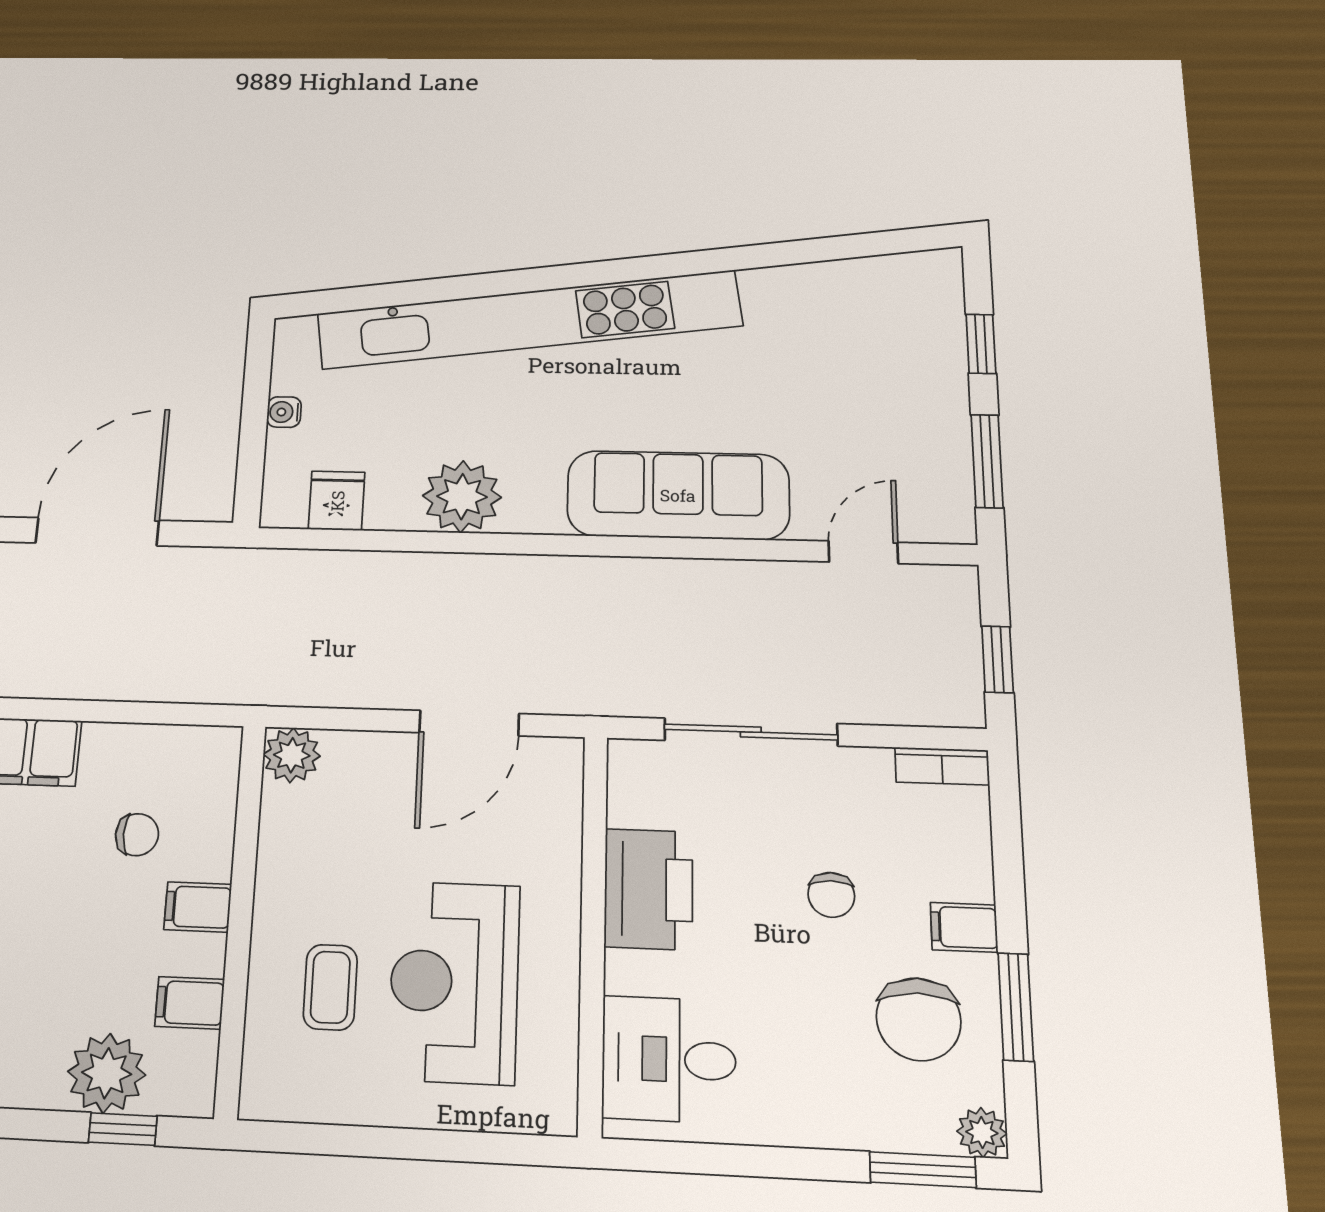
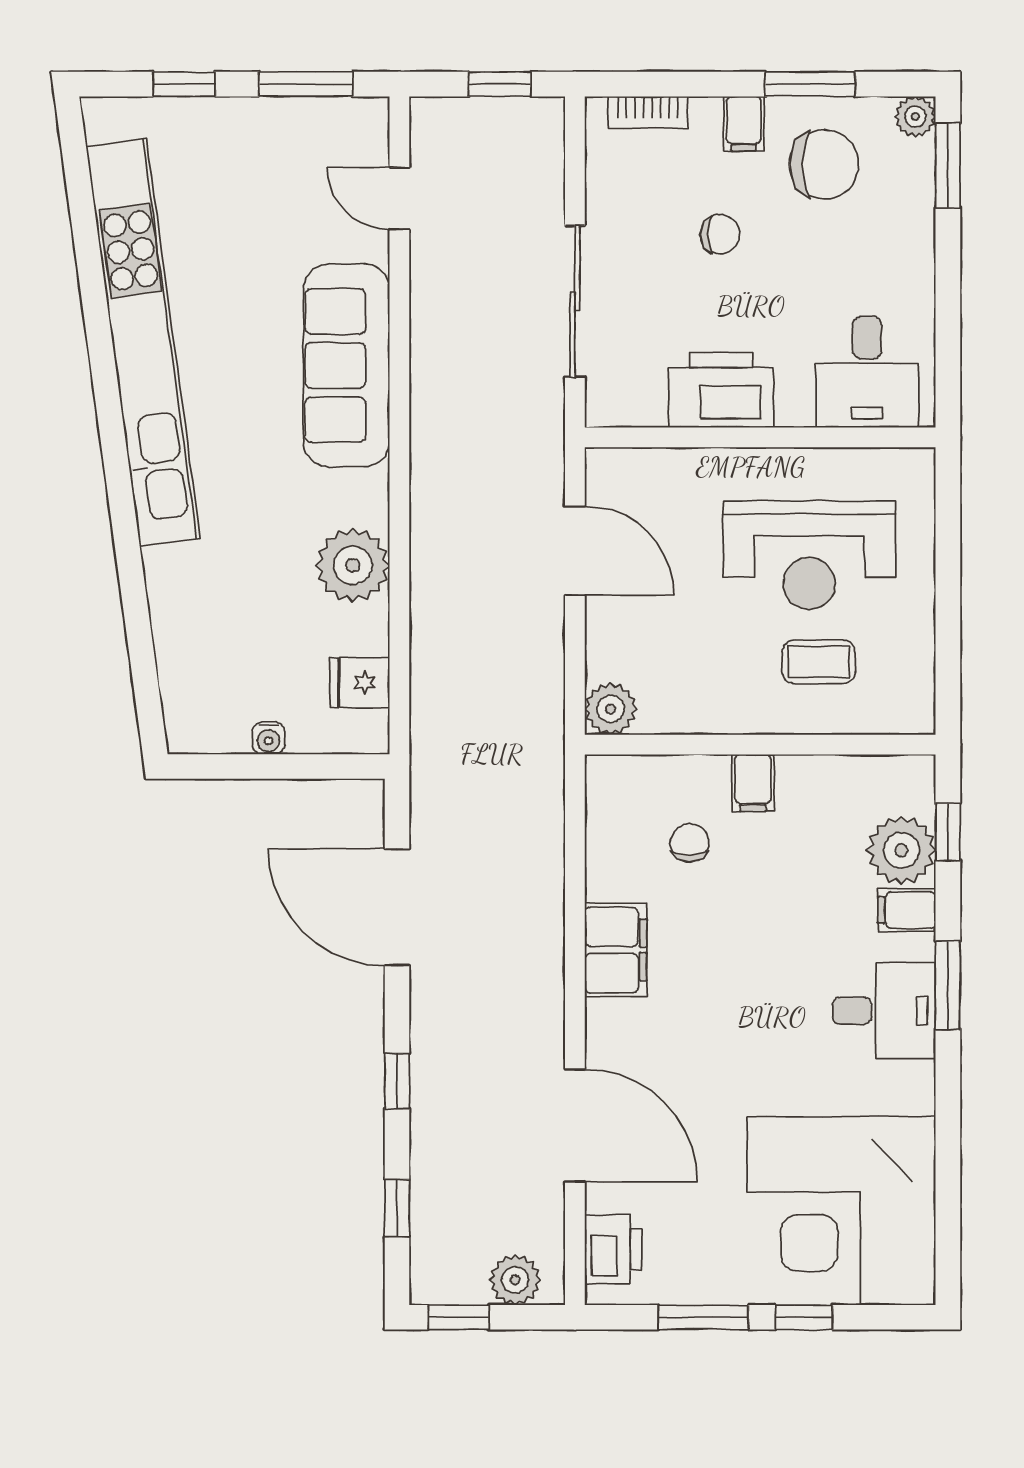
kitchen unit: (528, 320) -> (143, 342), moved
bookcase: (942, 766) -> (648, 112), moved, turned 90
filing cabinet: (190, 1003) -> (907, 910), moved, turned 90

